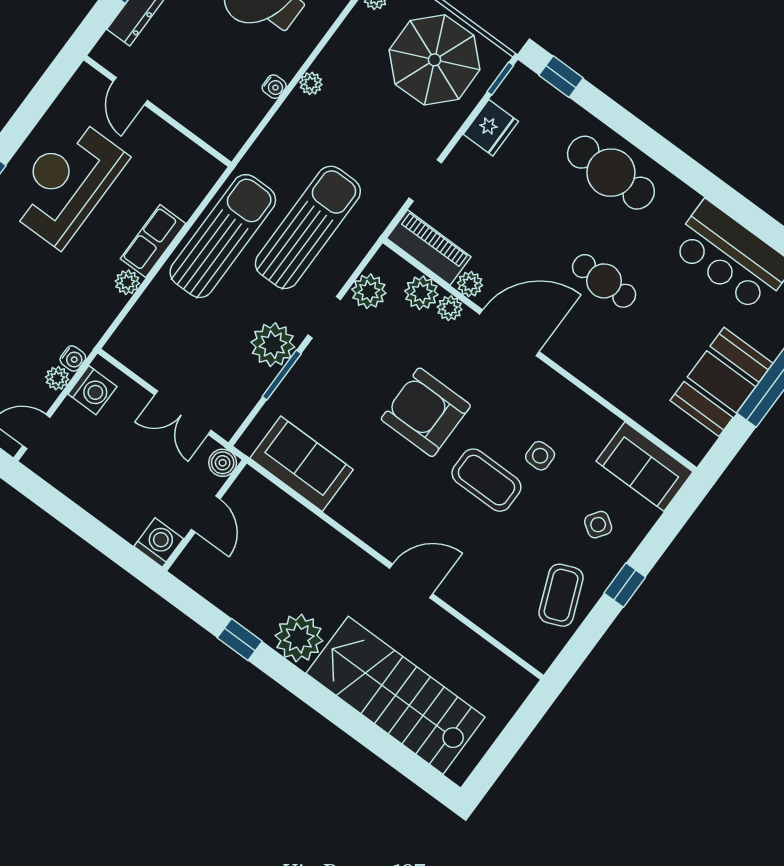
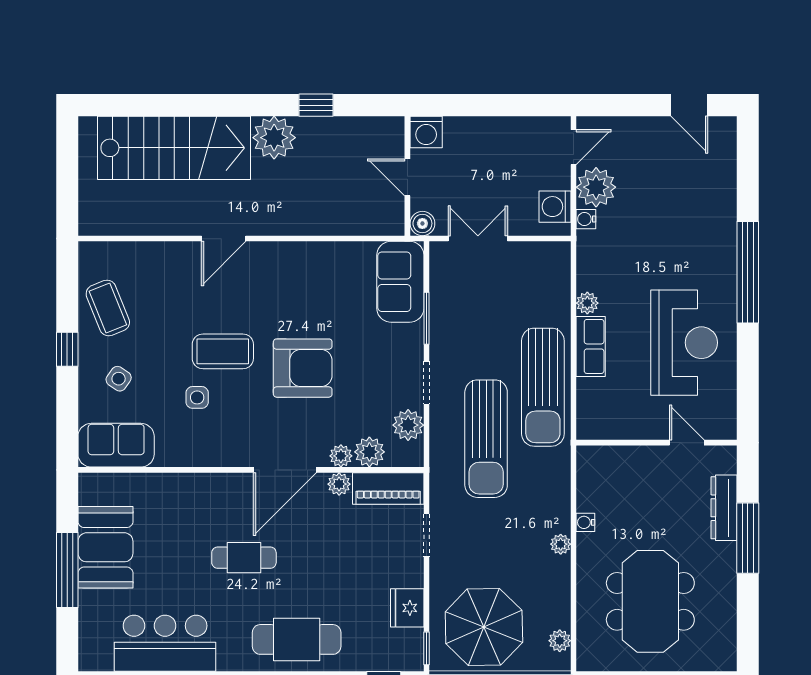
plant: (273, 345) -> (449, 335), removed
plant: (57, 378) -> (596, 187), width x1.87, depth x1.87
sofa: (301, 464) -> (400, 282), moved, turned 90

